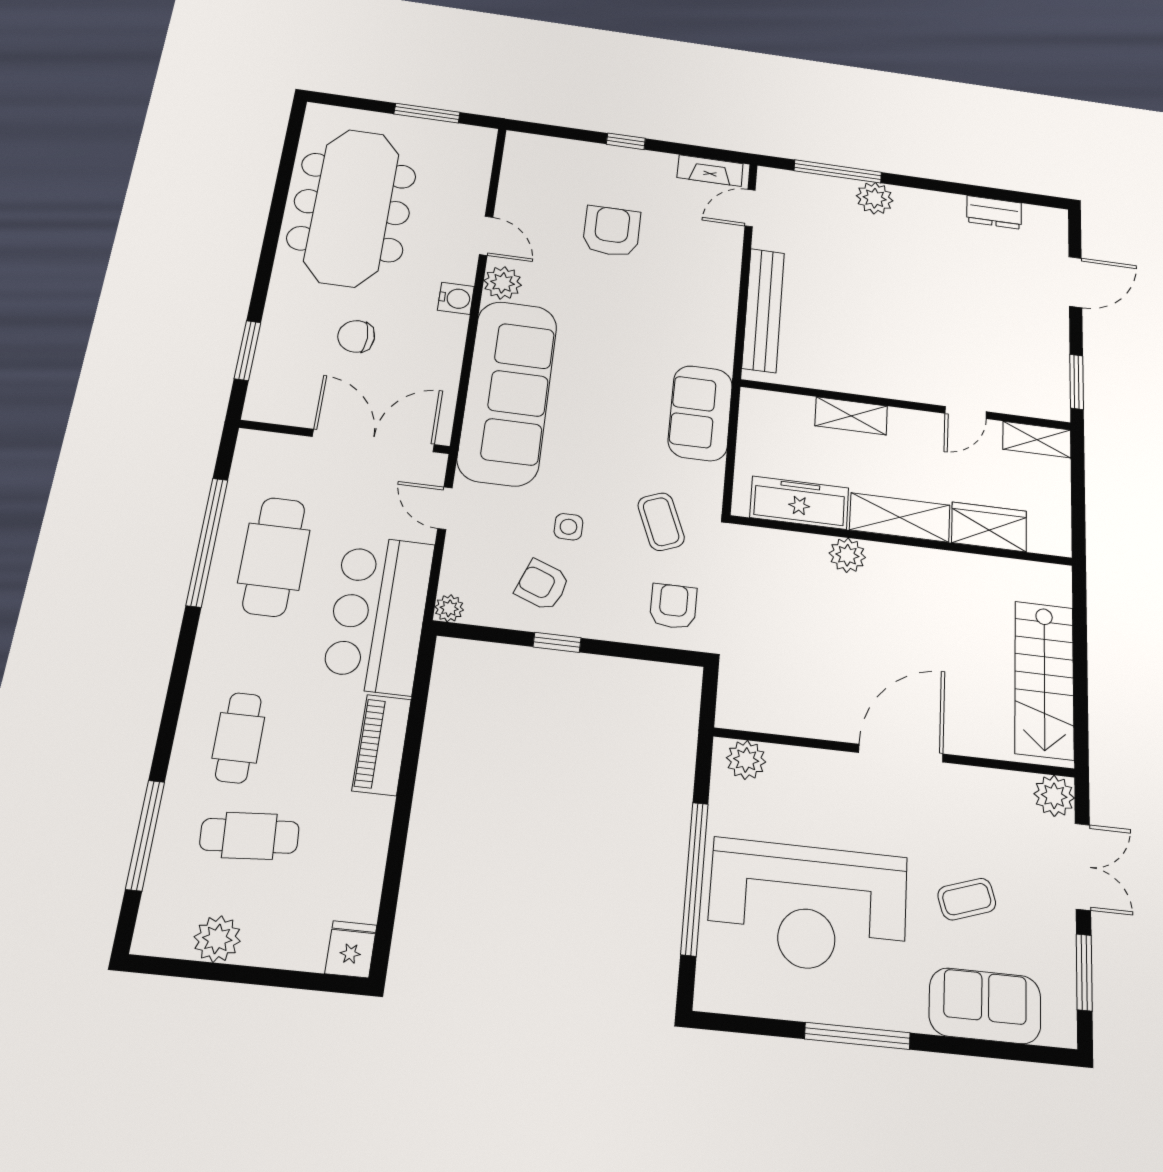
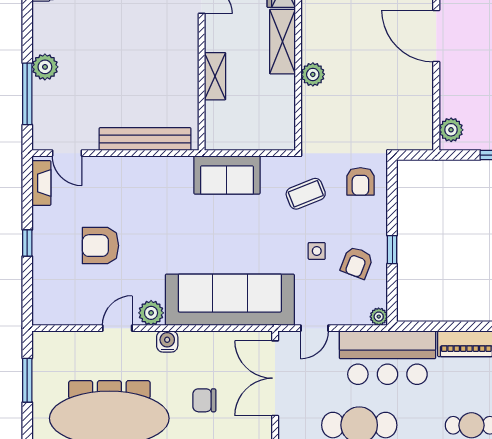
chair: (356, 336) -> (204, 400), turned 90
freezer: (799, 503) -> (281, 107), removed
armchair: (673, 606) -> (360, 181), turned -90

